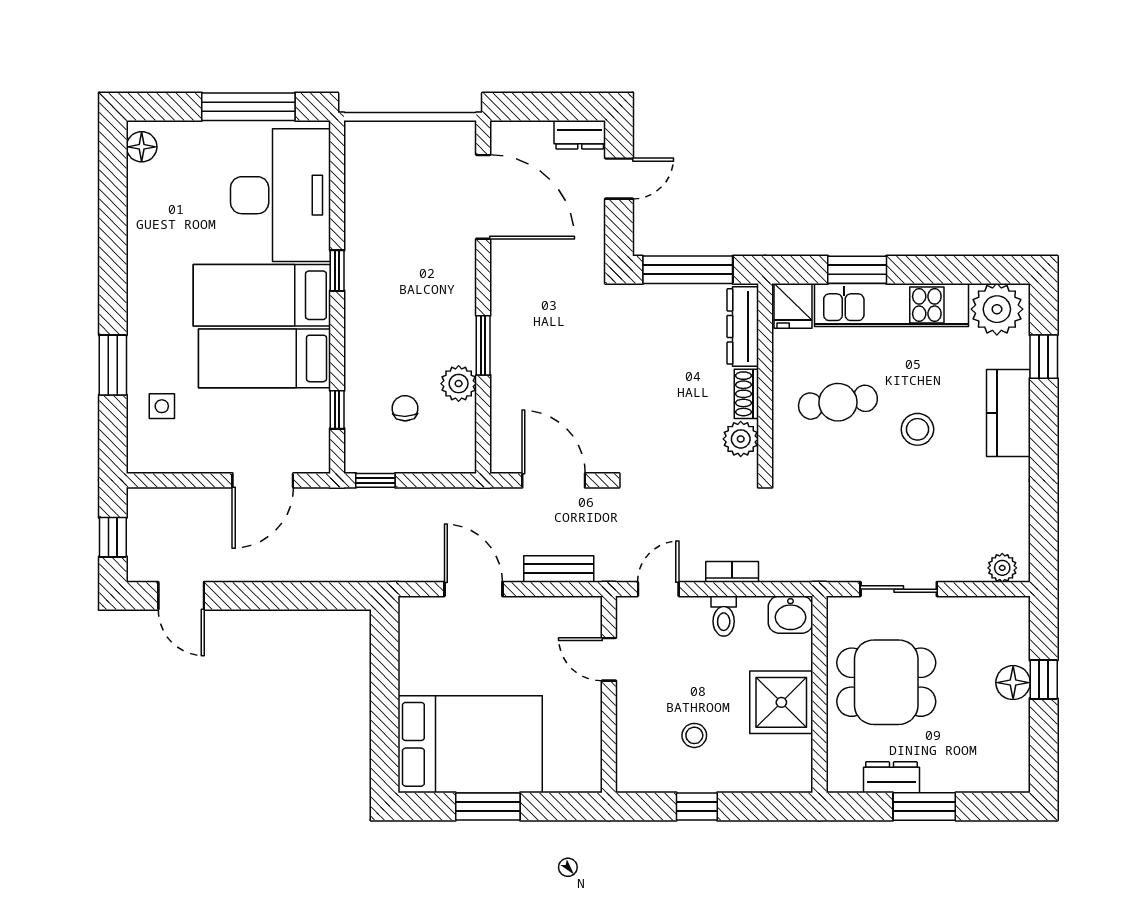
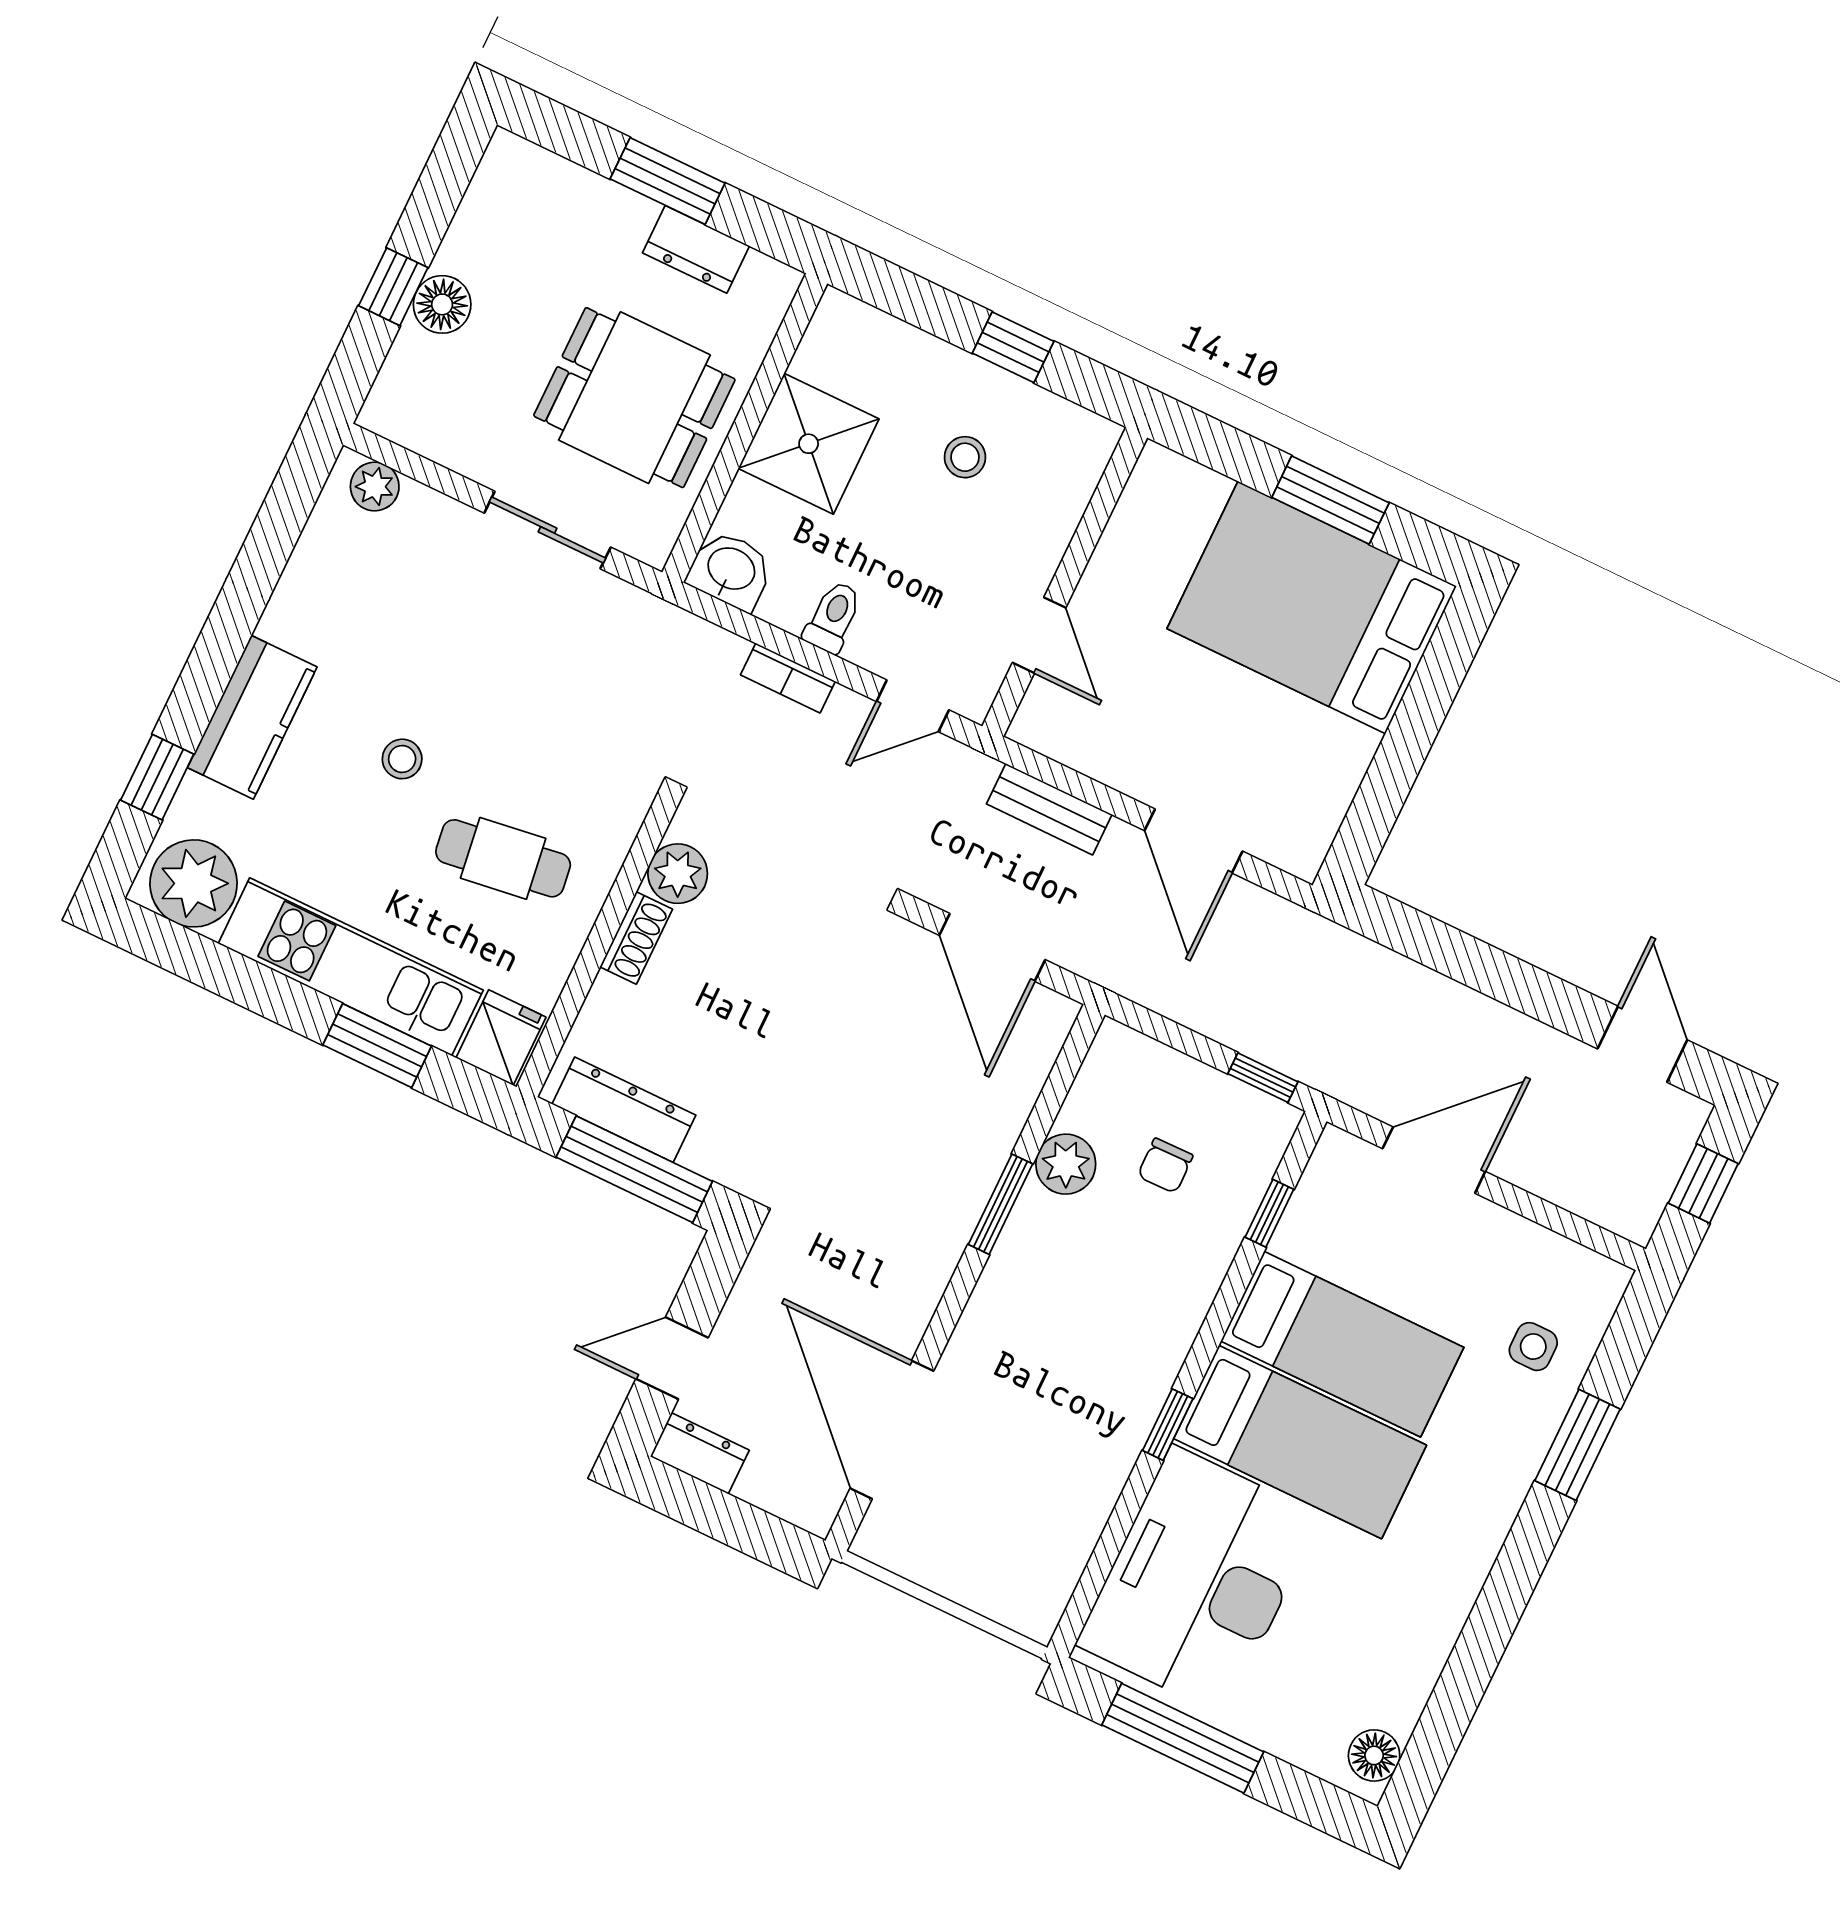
dresser: (743, 326) -> (624, 1110), moved, turned -90
stool: (917, 429) -> (402, 759), width x0.73, depth x0.73

